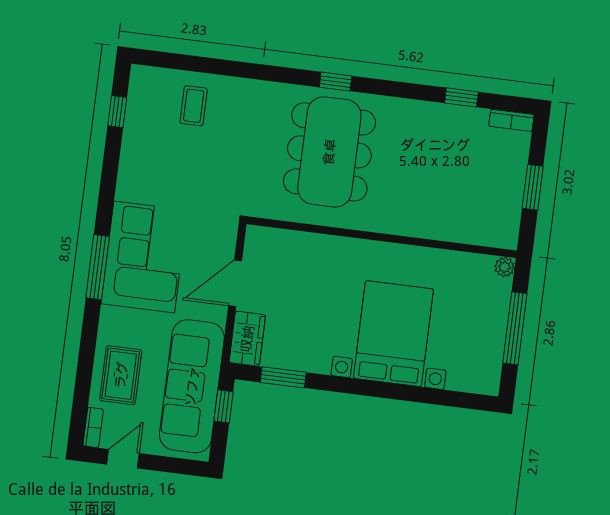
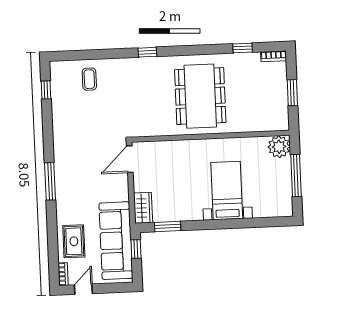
window: (336, 82) -> (147, 52), moved
dining table: (329, 152) -> (200, 96), moved
corner sofa: (144, 257) -> (76, 171), removed
plant: (505, 267) -> (279, 147), width x1.88, depth x1.88
door: (235, 283) -> (130, 159), moved
bed with nightstands: (393, 334) -> (227, 191), width x0.73

